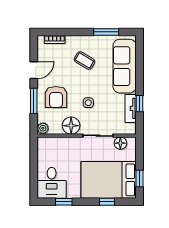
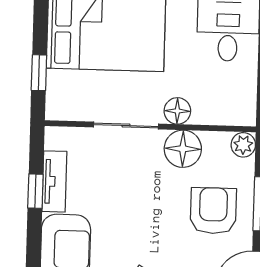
side table: (88, 103) -> (145, 197), removed
floor lamp: (120, 143) -> (177, 111), moved
window: (139, 179) -> (39, 73), moved

